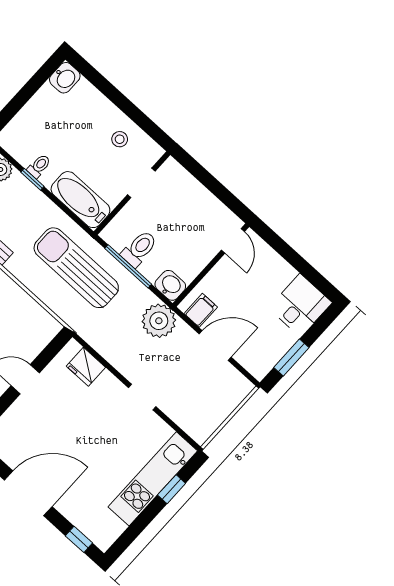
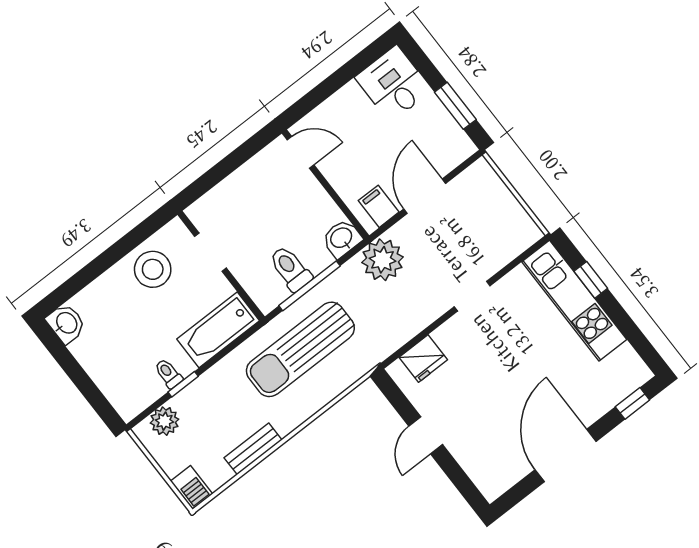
stool: (120, 139) -> (153, 269), width x1.89, depth x1.89

